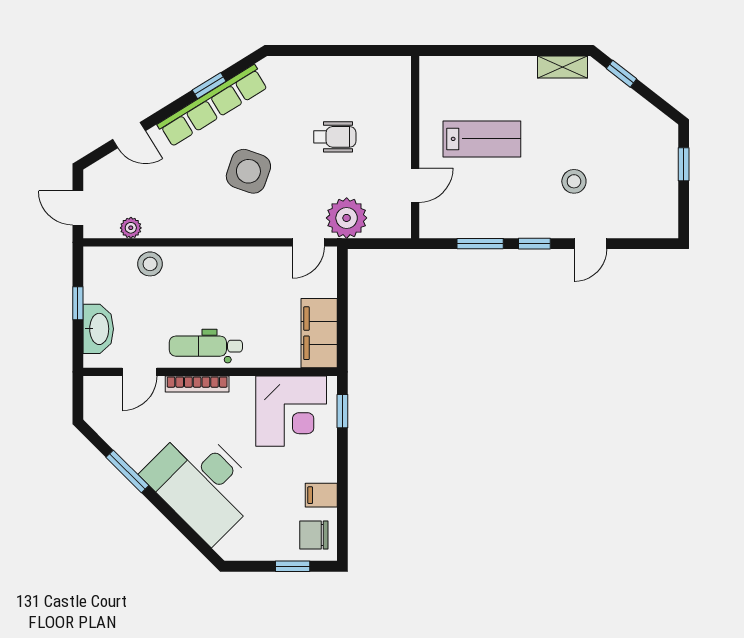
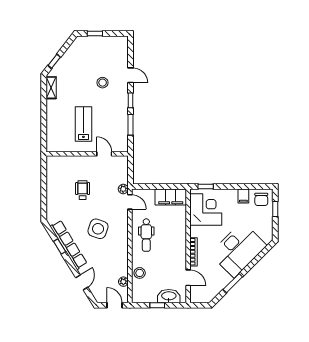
door: (78, 208) -> (115, 305), swing flipped
plant: (347, 218) -> (123, 189), width x0.53, depth x0.53
dental chair: (206, 346) -> (146, 235), moved

